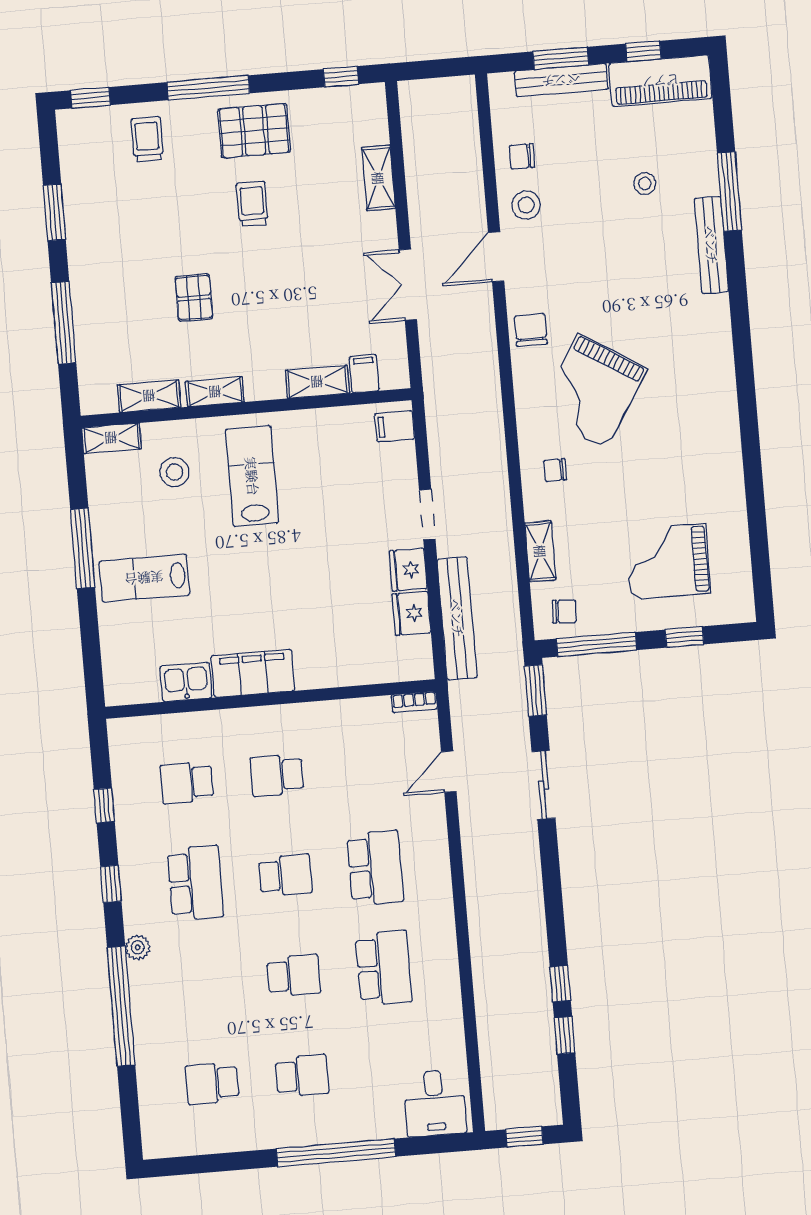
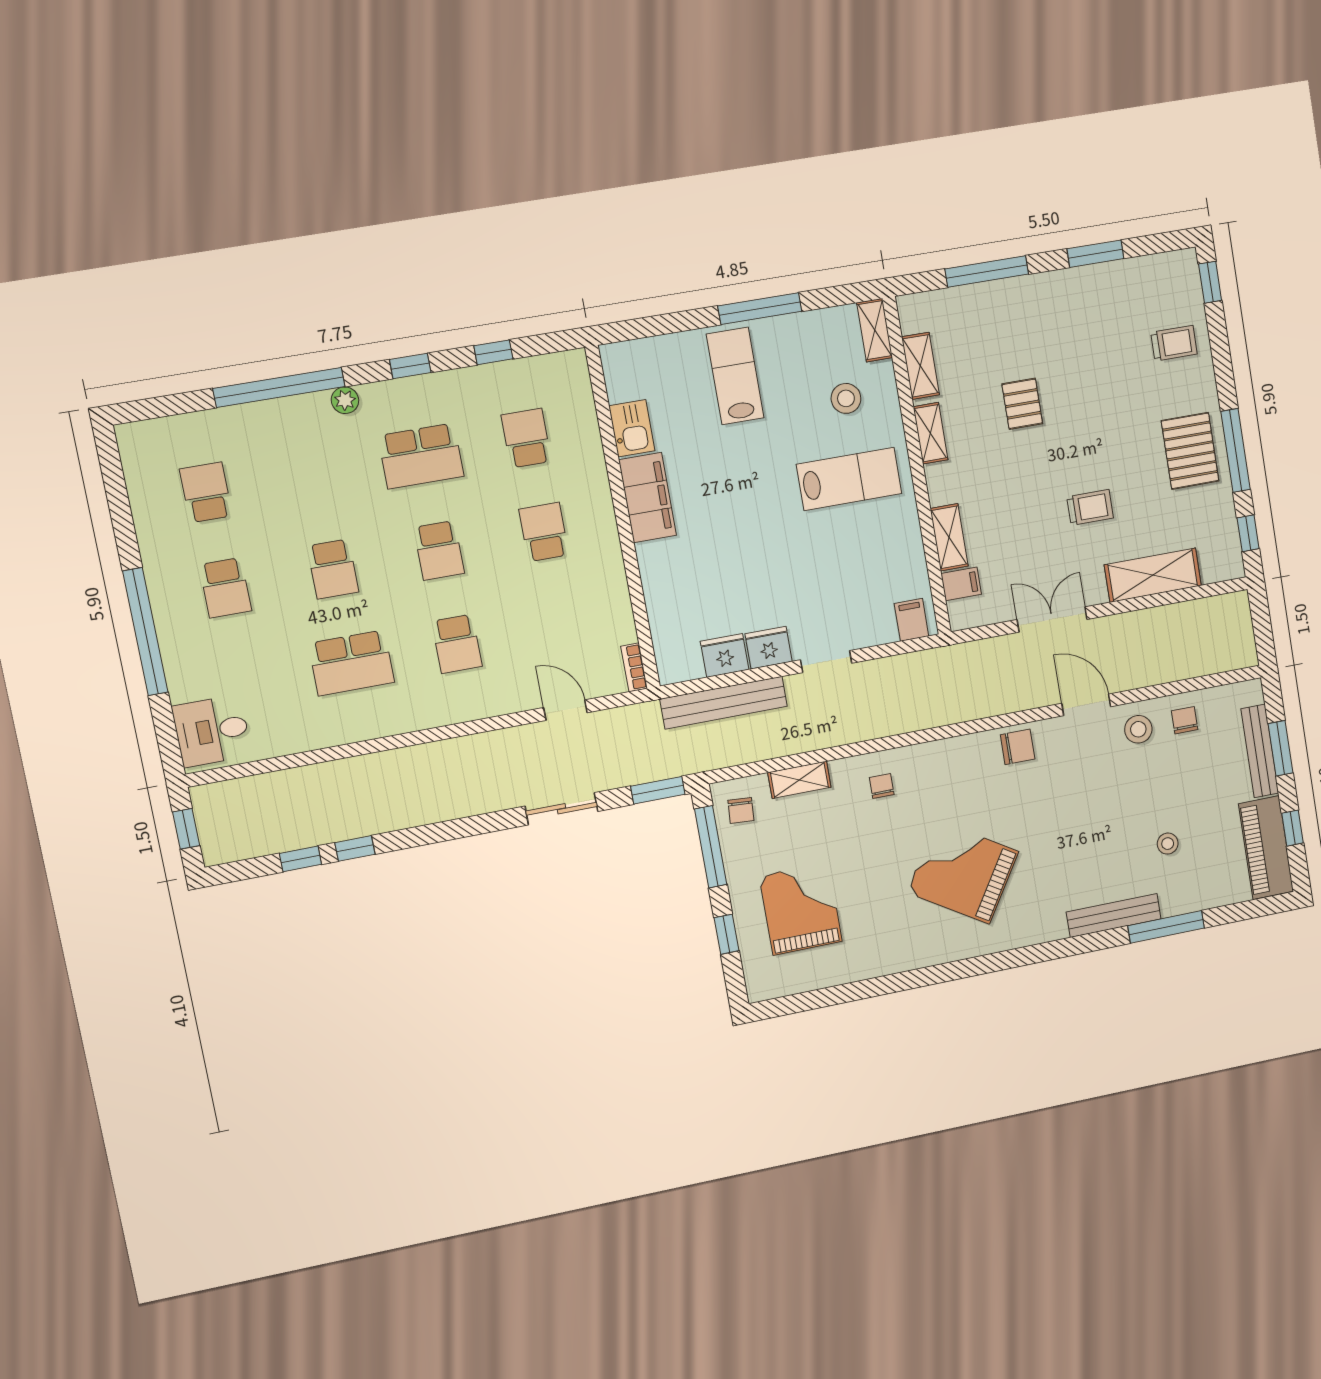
window: (208, 88) -> (1236, 450), moved
shelving: (378, 178) -> (1153, 575), width x1.50, depth x1.33
trolley: (252, 204) -> (1090, 507), moved
pallet: (194, 298) -> (1022, 404), turned 90
grand piano: (592, 391) -> (963, 872), moved
school desk: (375, 868) -> (457, 644), width x0.54

